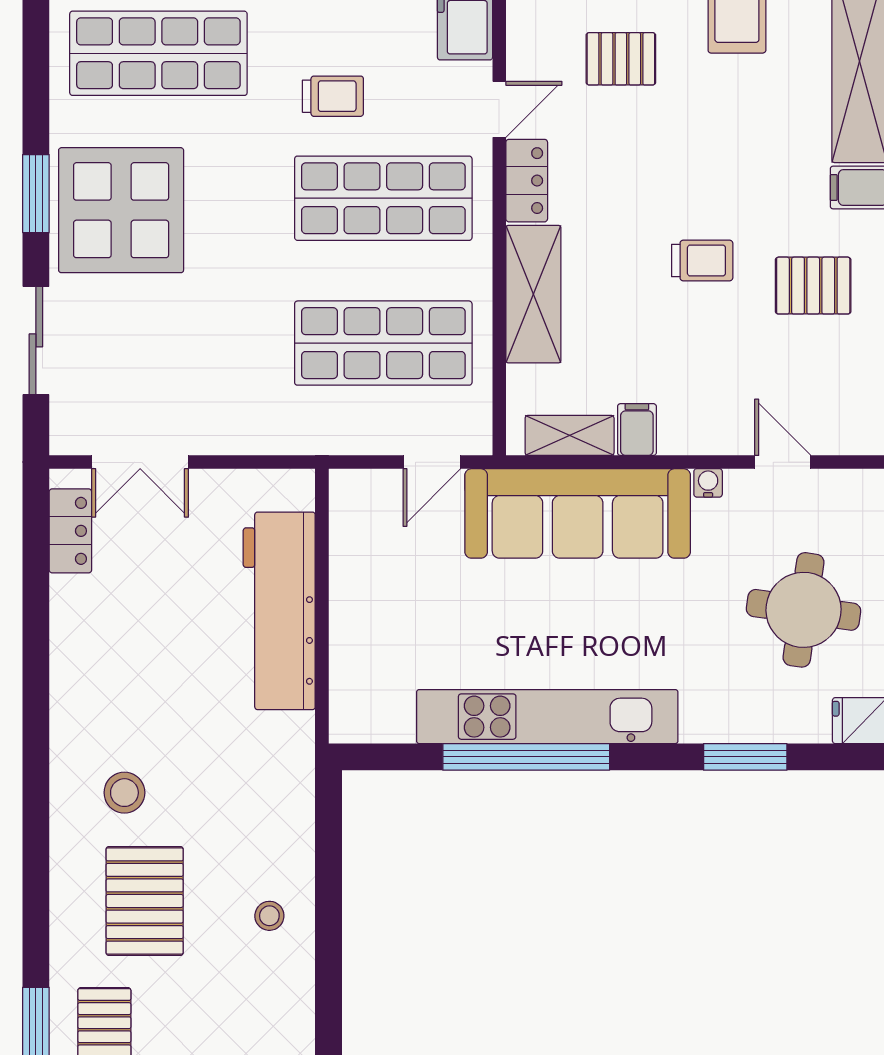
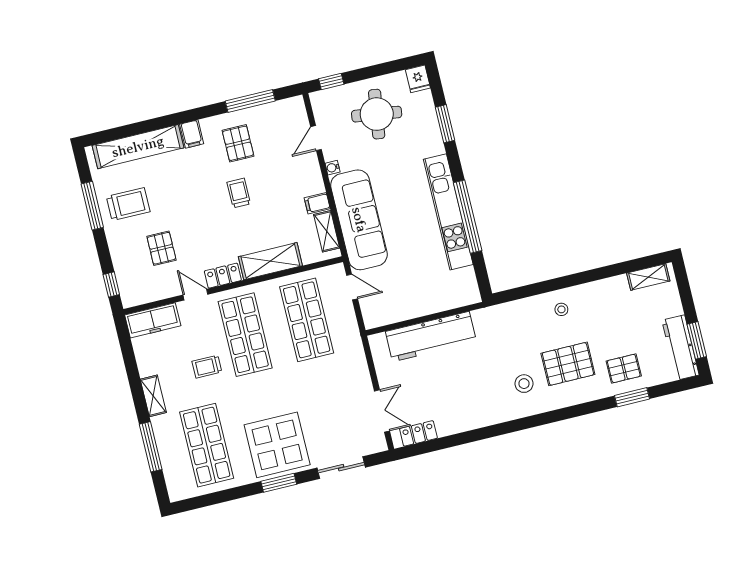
trolley: (333, 96) -> (207, 367), turned -90

